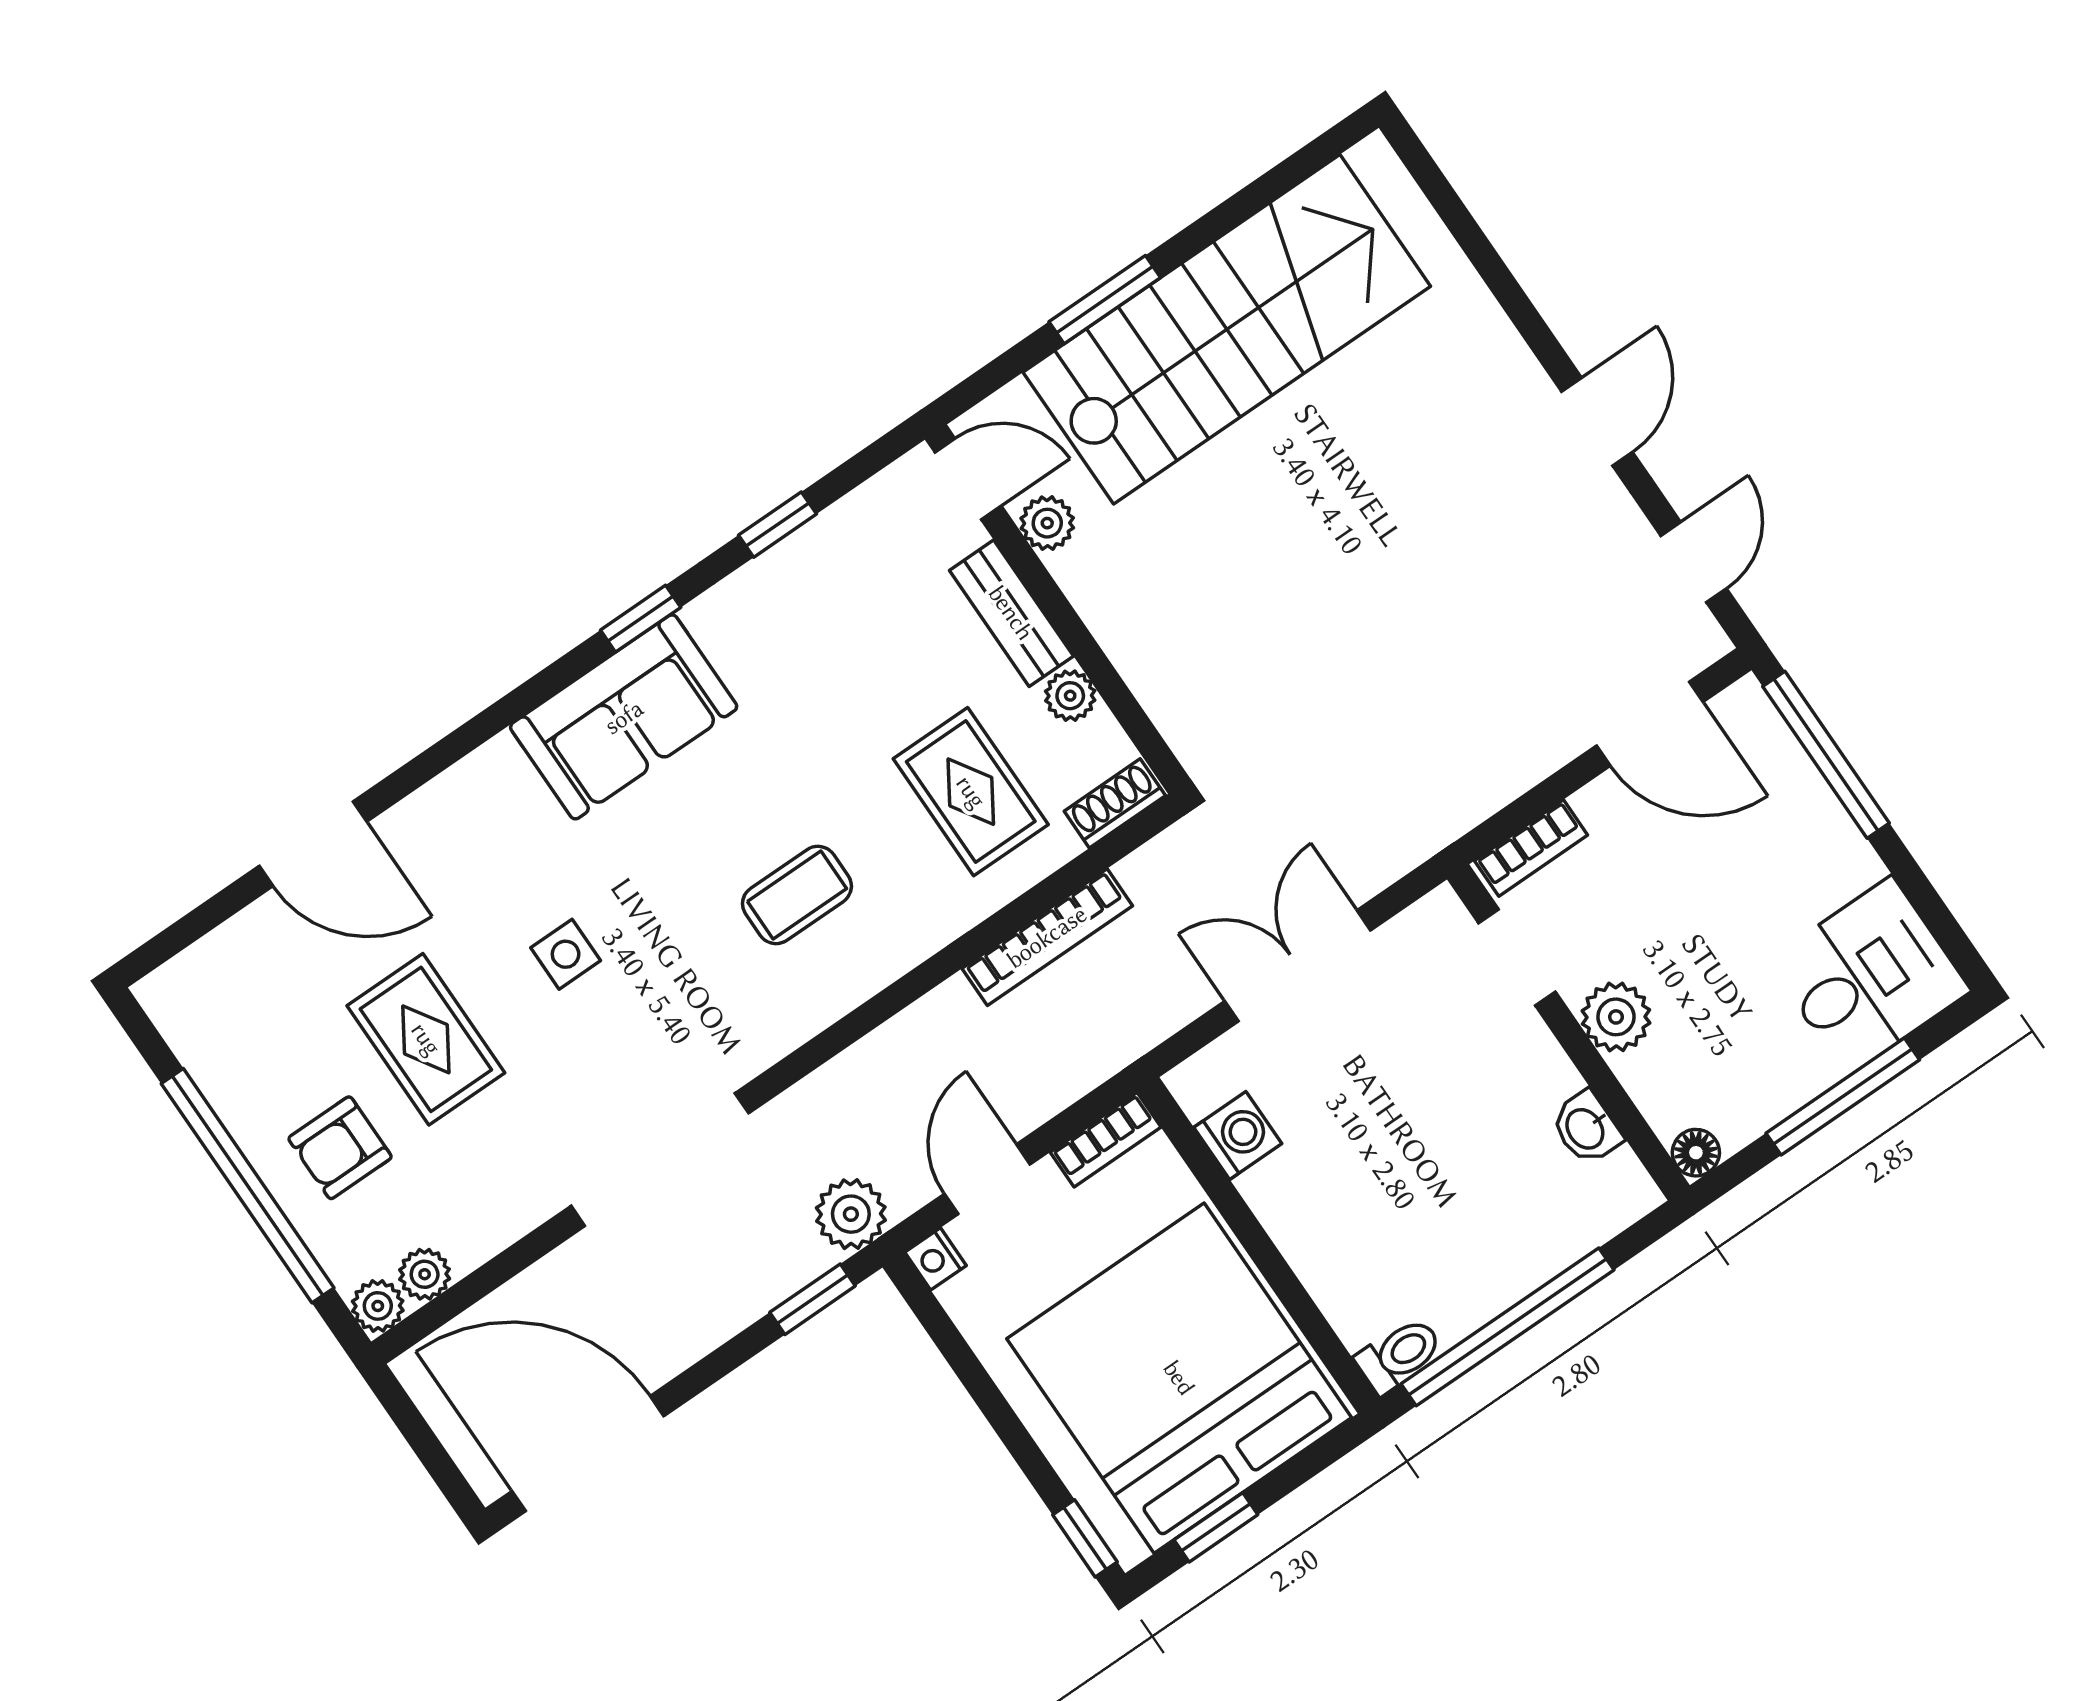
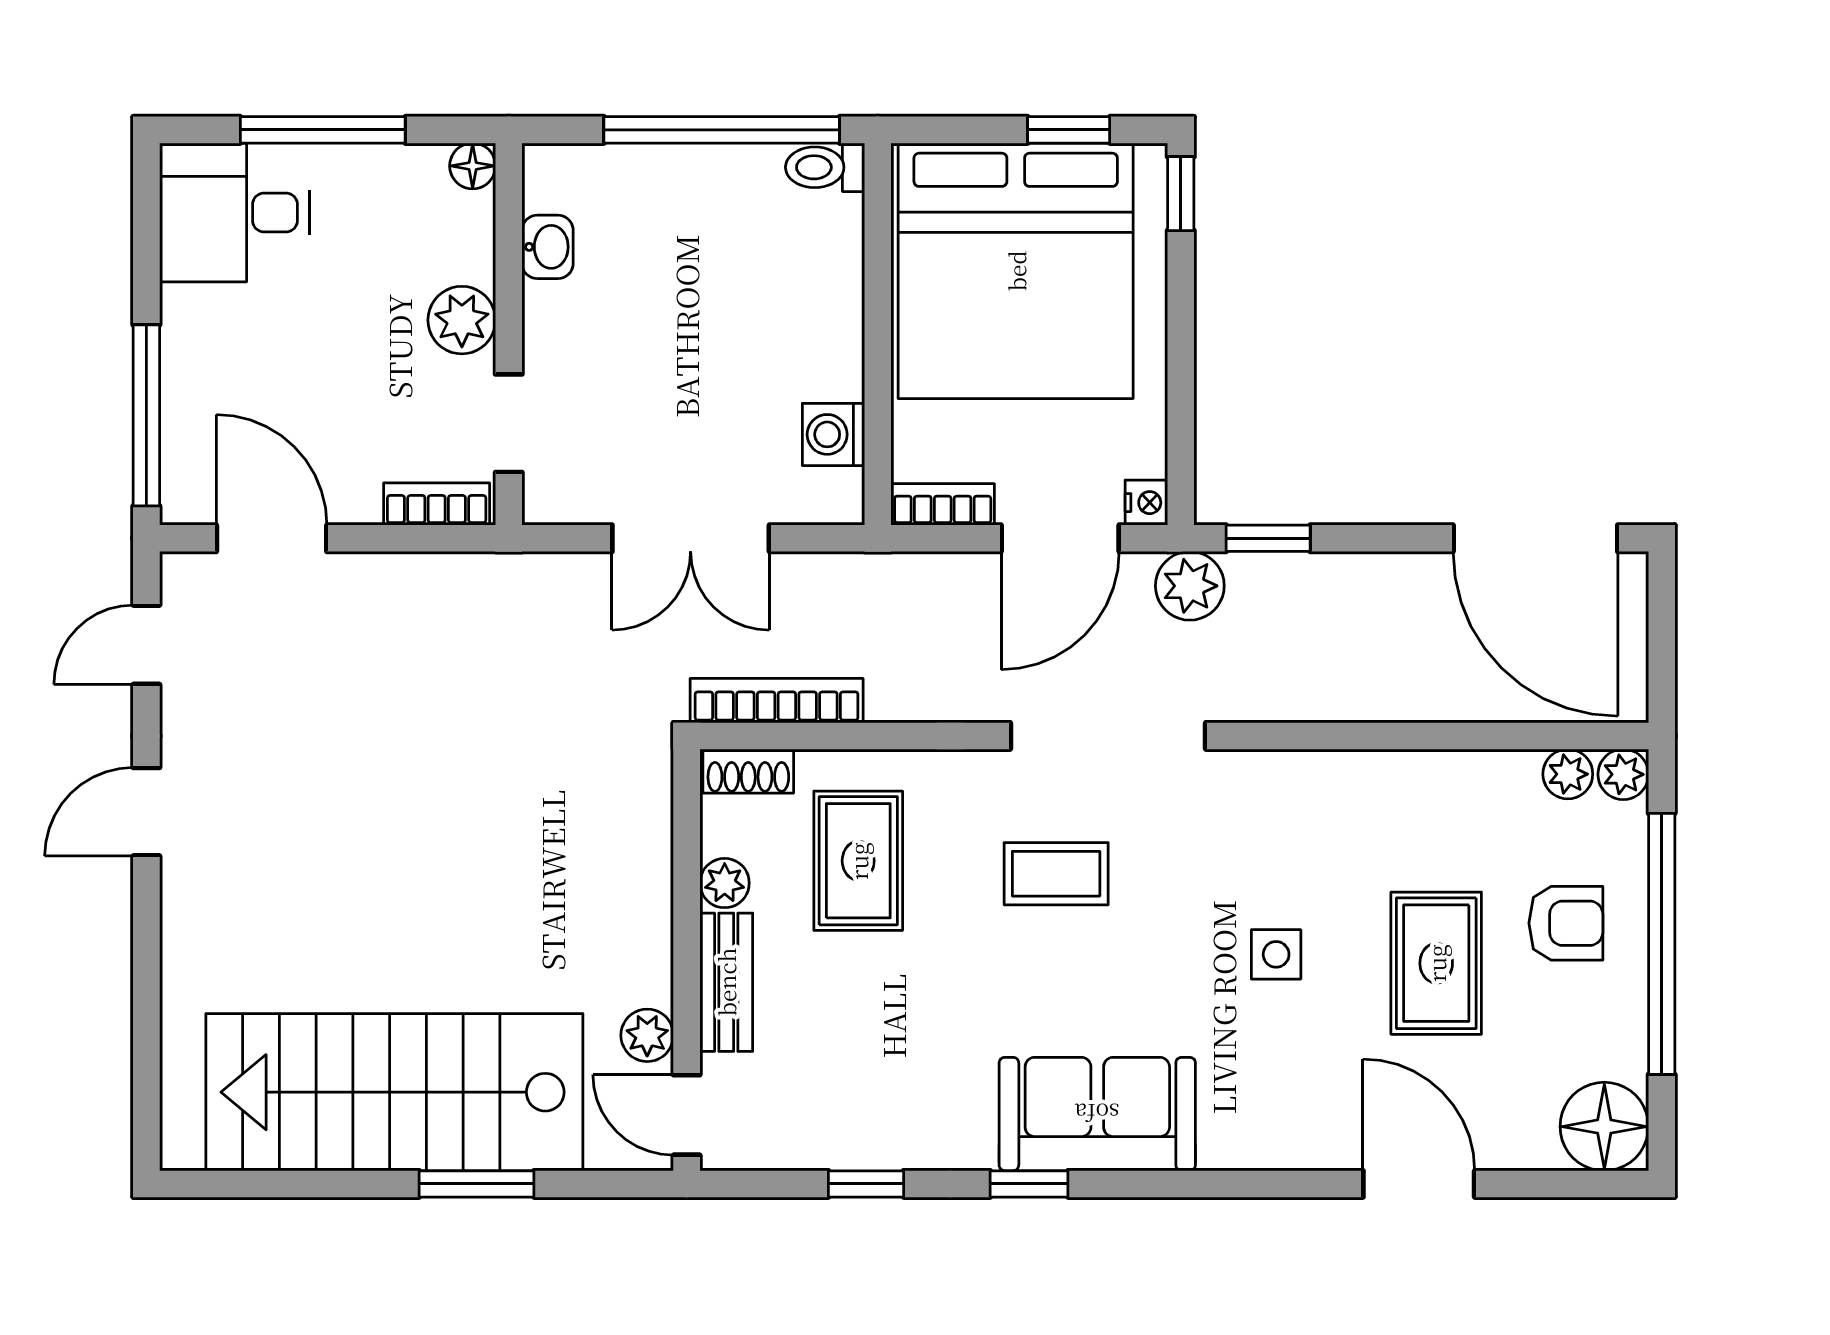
bookcase: (1047, 937) -> (777, 701), moved
floor lamp: (190, 999) -> (1604, 1127), added
doorway: (660, 1160) -> (1108, 736), moved
door: (987, 1179) -> (1060, 538), width x1.38

